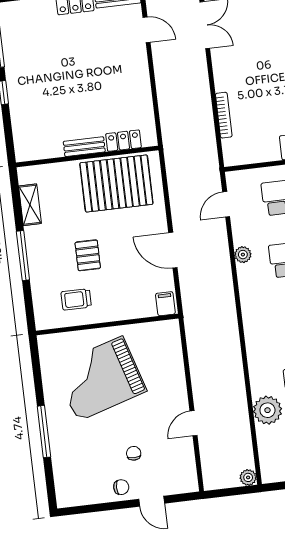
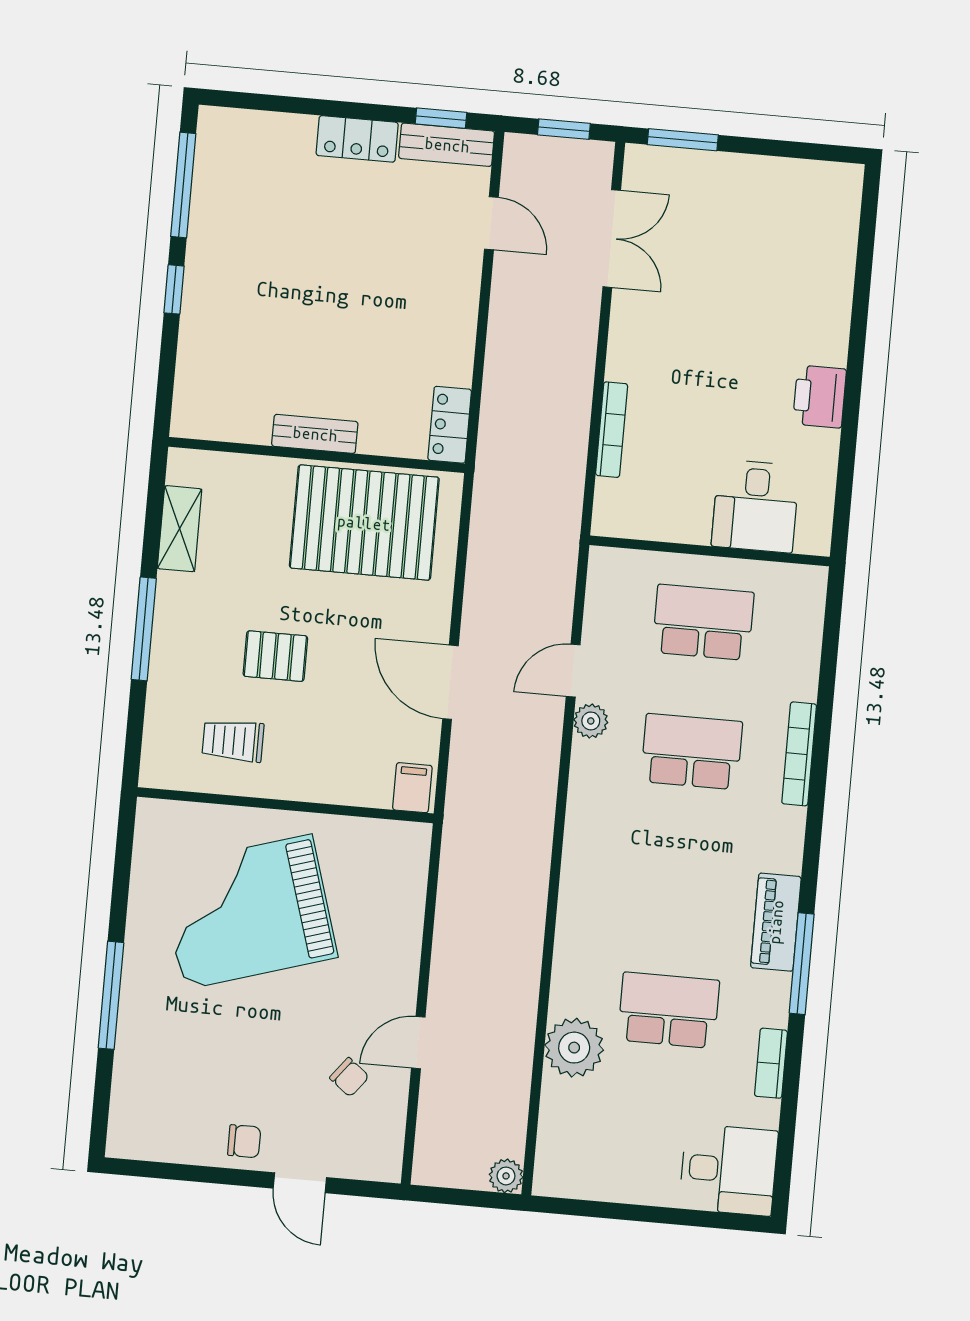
locker: (124, 141) -> (450, 425), moved, turned -90
door: (226, 204) -> (573, 671), moved
pallet: (88, 255) -> (275, 656), turned 90
chair: (134, 453) -> (349, 1077), moved, turned 128

